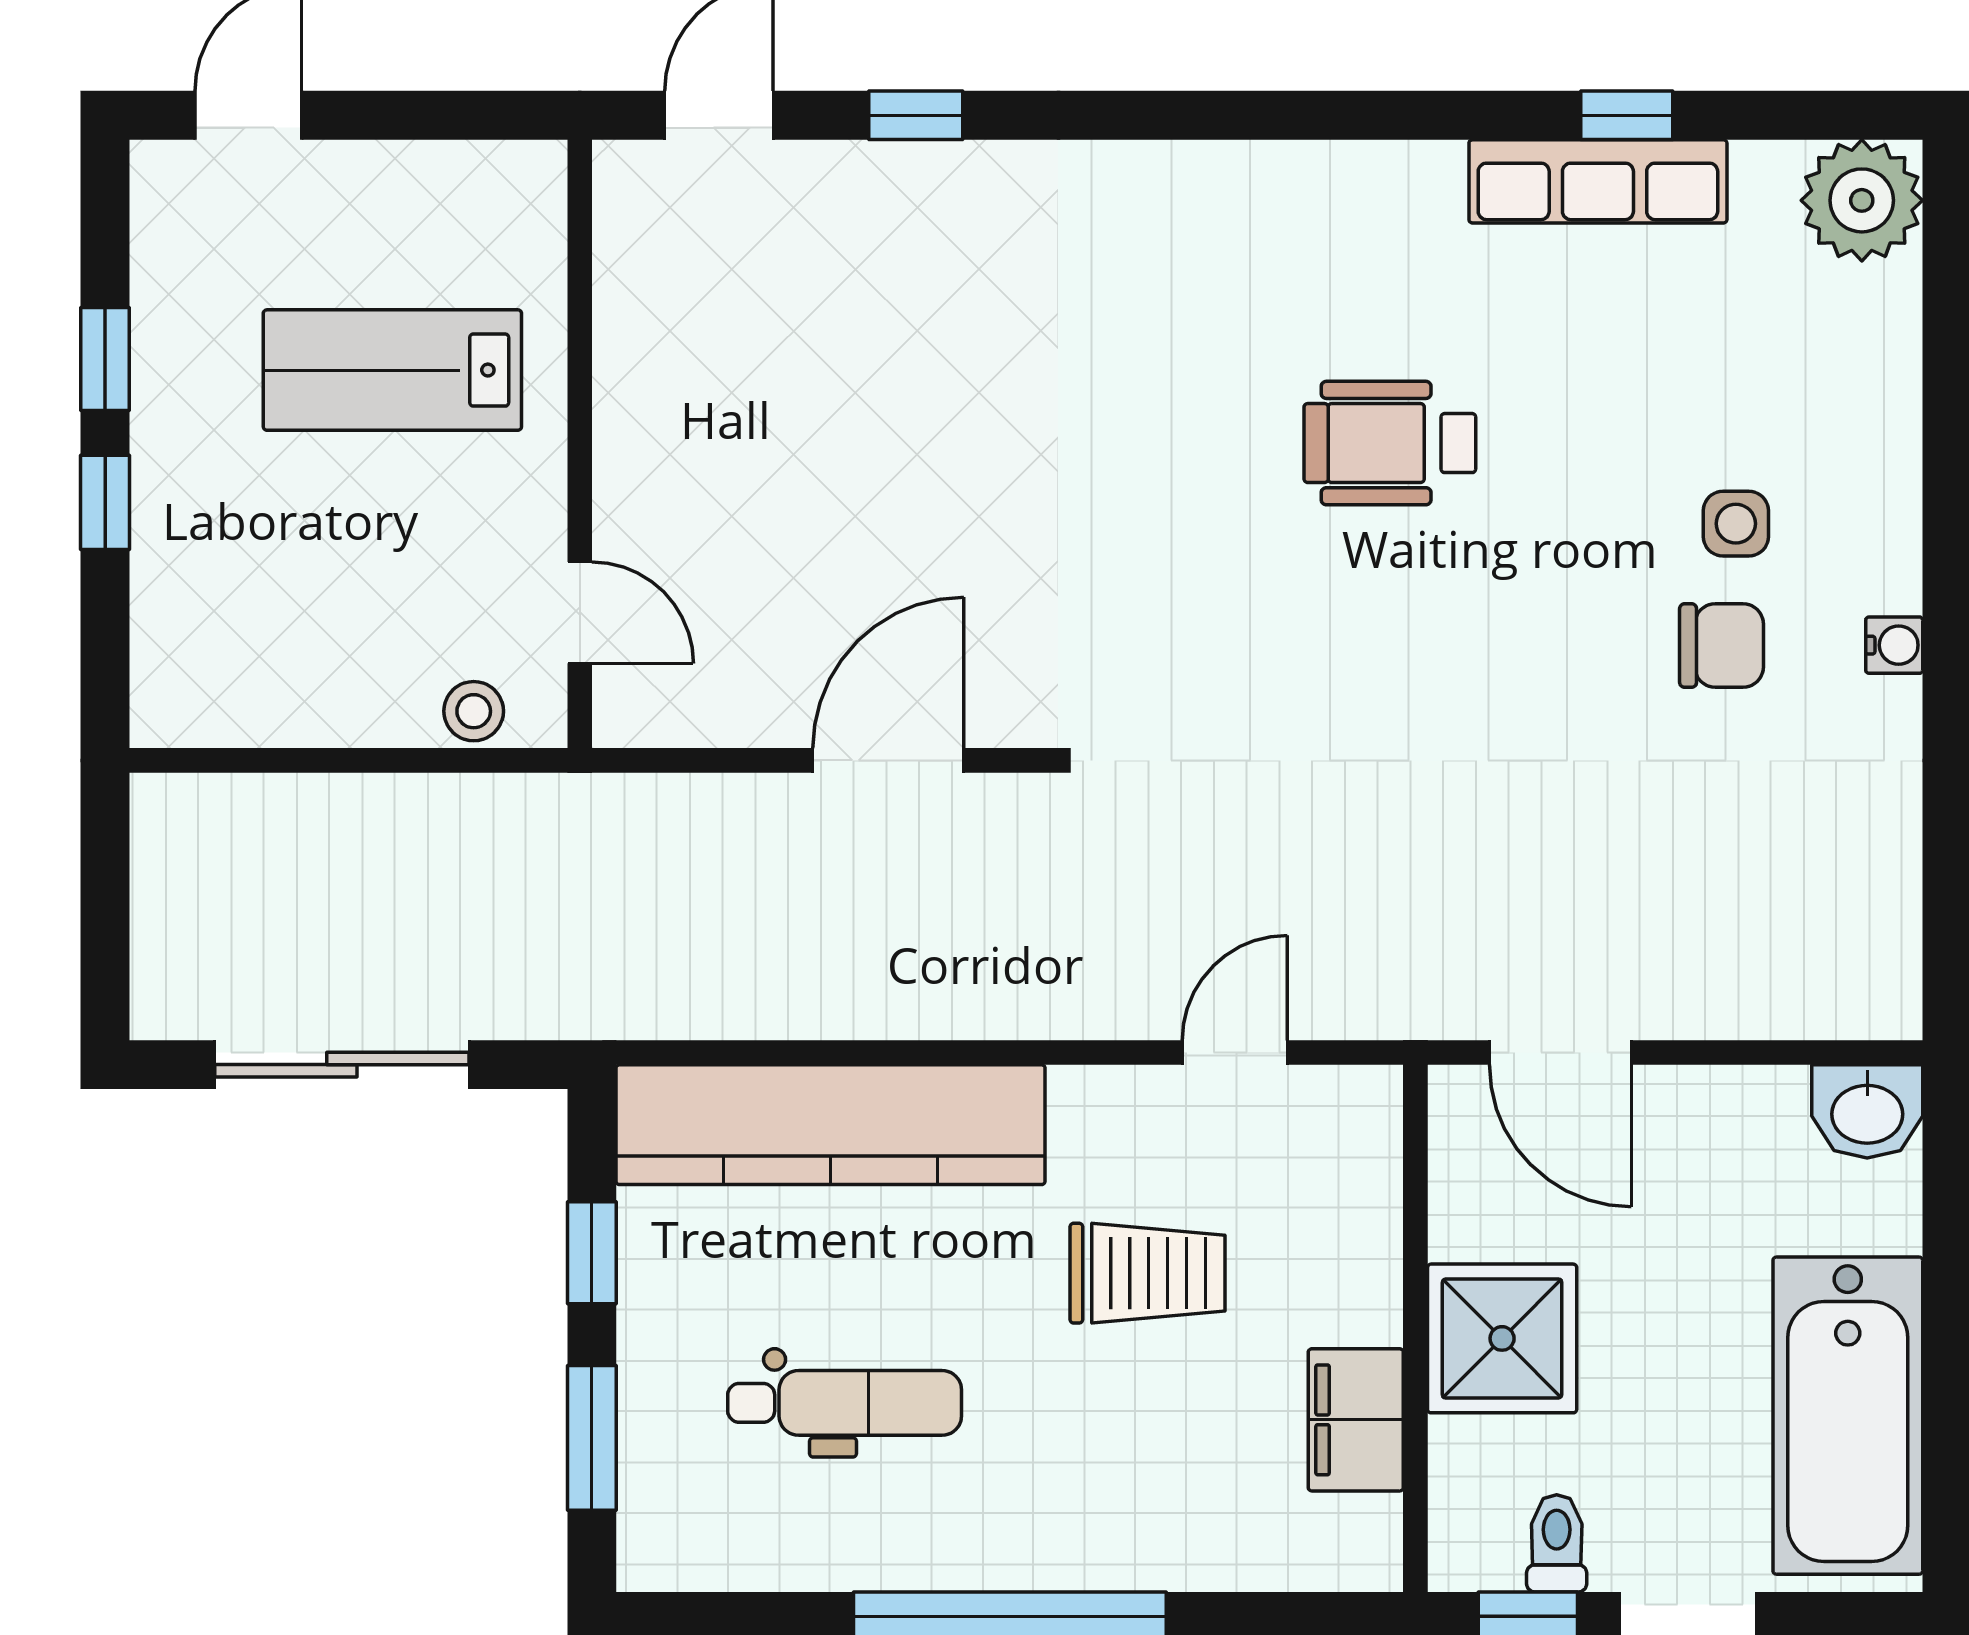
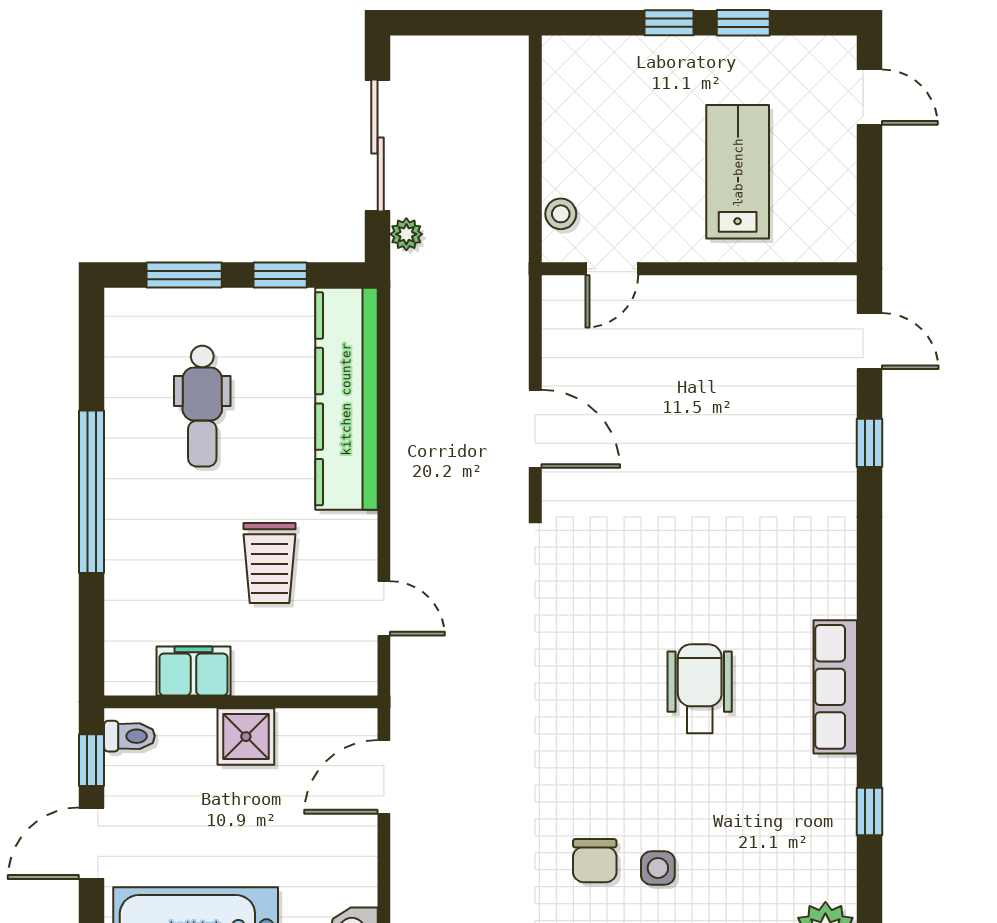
row of seats: (1598, 181) -> (835, 687), moved
plant: (513, 1009) -> (406, 234), added
shower: (1502, 1338) -> (246, 737), width x0.73, depth x0.73
toilet: (1557, 1543) -> (129, 736), moved

